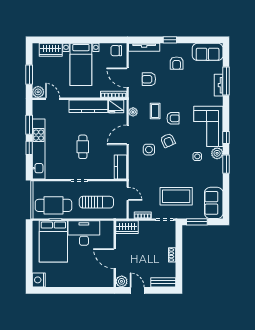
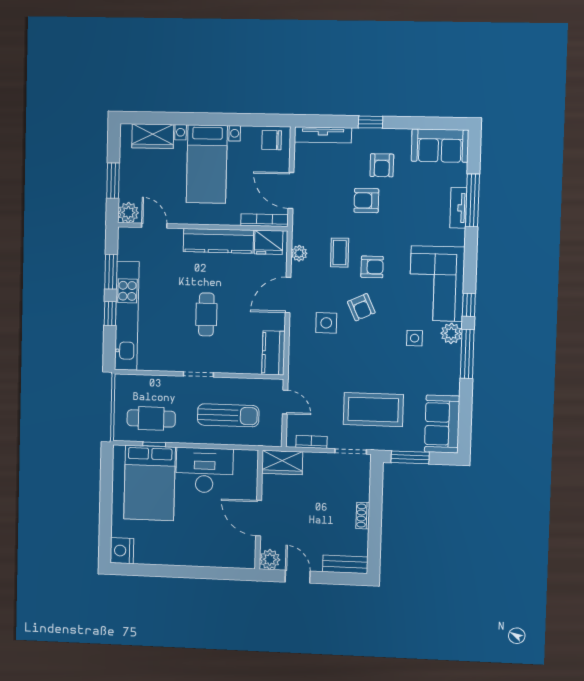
armchair: (149, 79) -> (366, 201), moved
window: (226, 164) -> (467, 354), width x1.44
cafe table: (53, 205) -> (151, 418), width x0.73, depth x0.74

